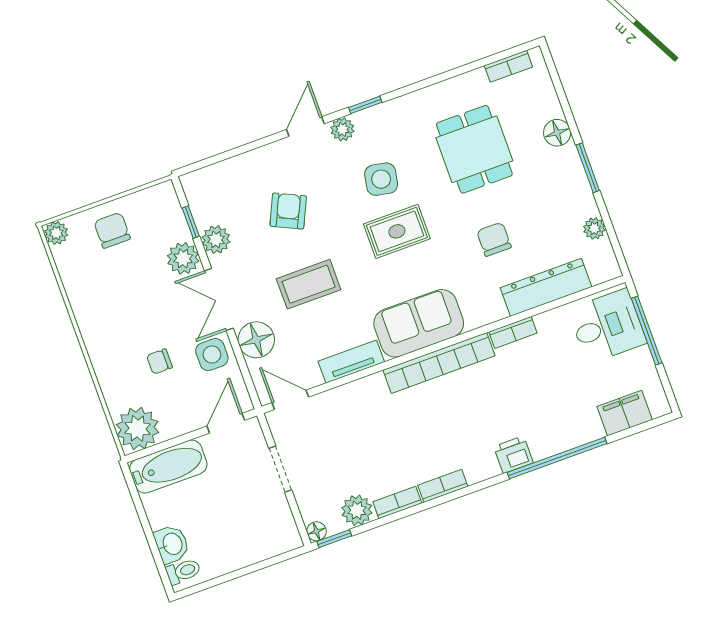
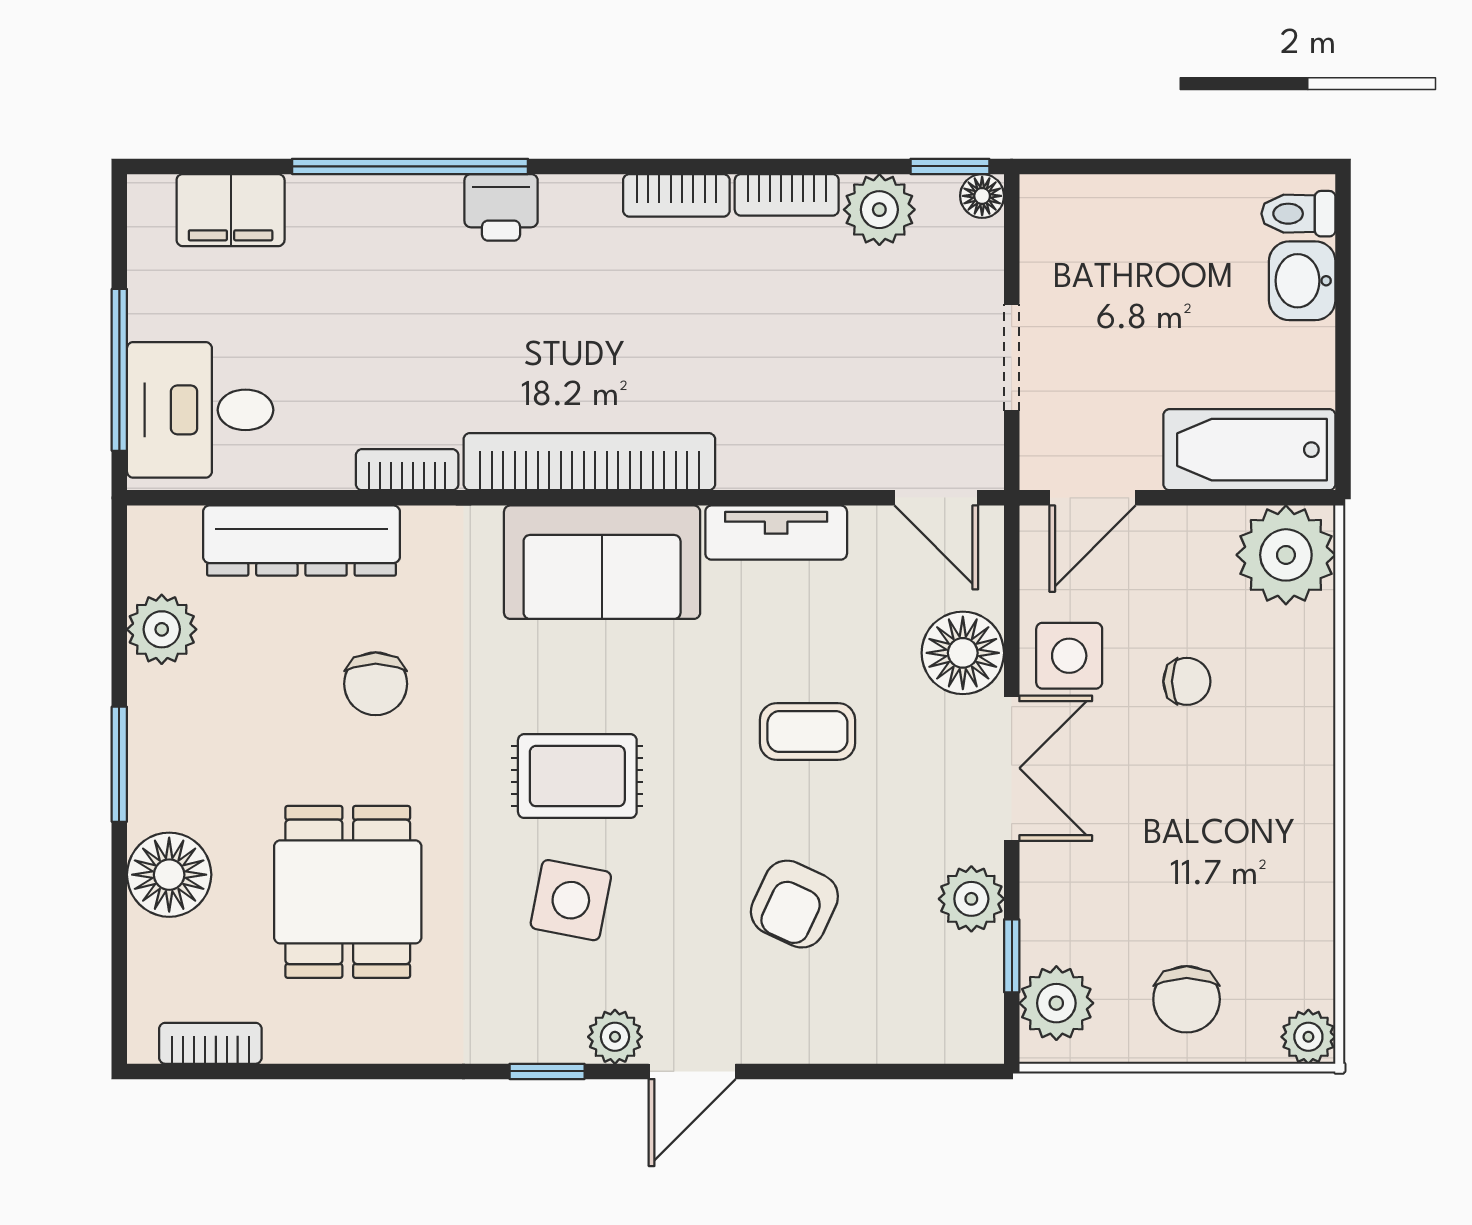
floor lamp: (557, 133) -> (169, 875), width x1.38, depth x1.38
plant: (594, 228) -> (162, 629), width x1.38, depth x1.38
plant: (183, 258) -> (1056, 1003), moved
coffee table: (309, 284) -> (807, 731), width x0.73, depth x0.77

